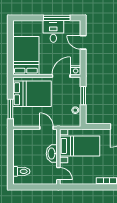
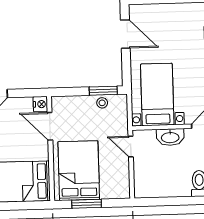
window: (83, 96) -> (103, 91), moved
window: (10, 109) -> (87, 204), moved
door: (46, 128) -> (131, 147), hinge flipped

